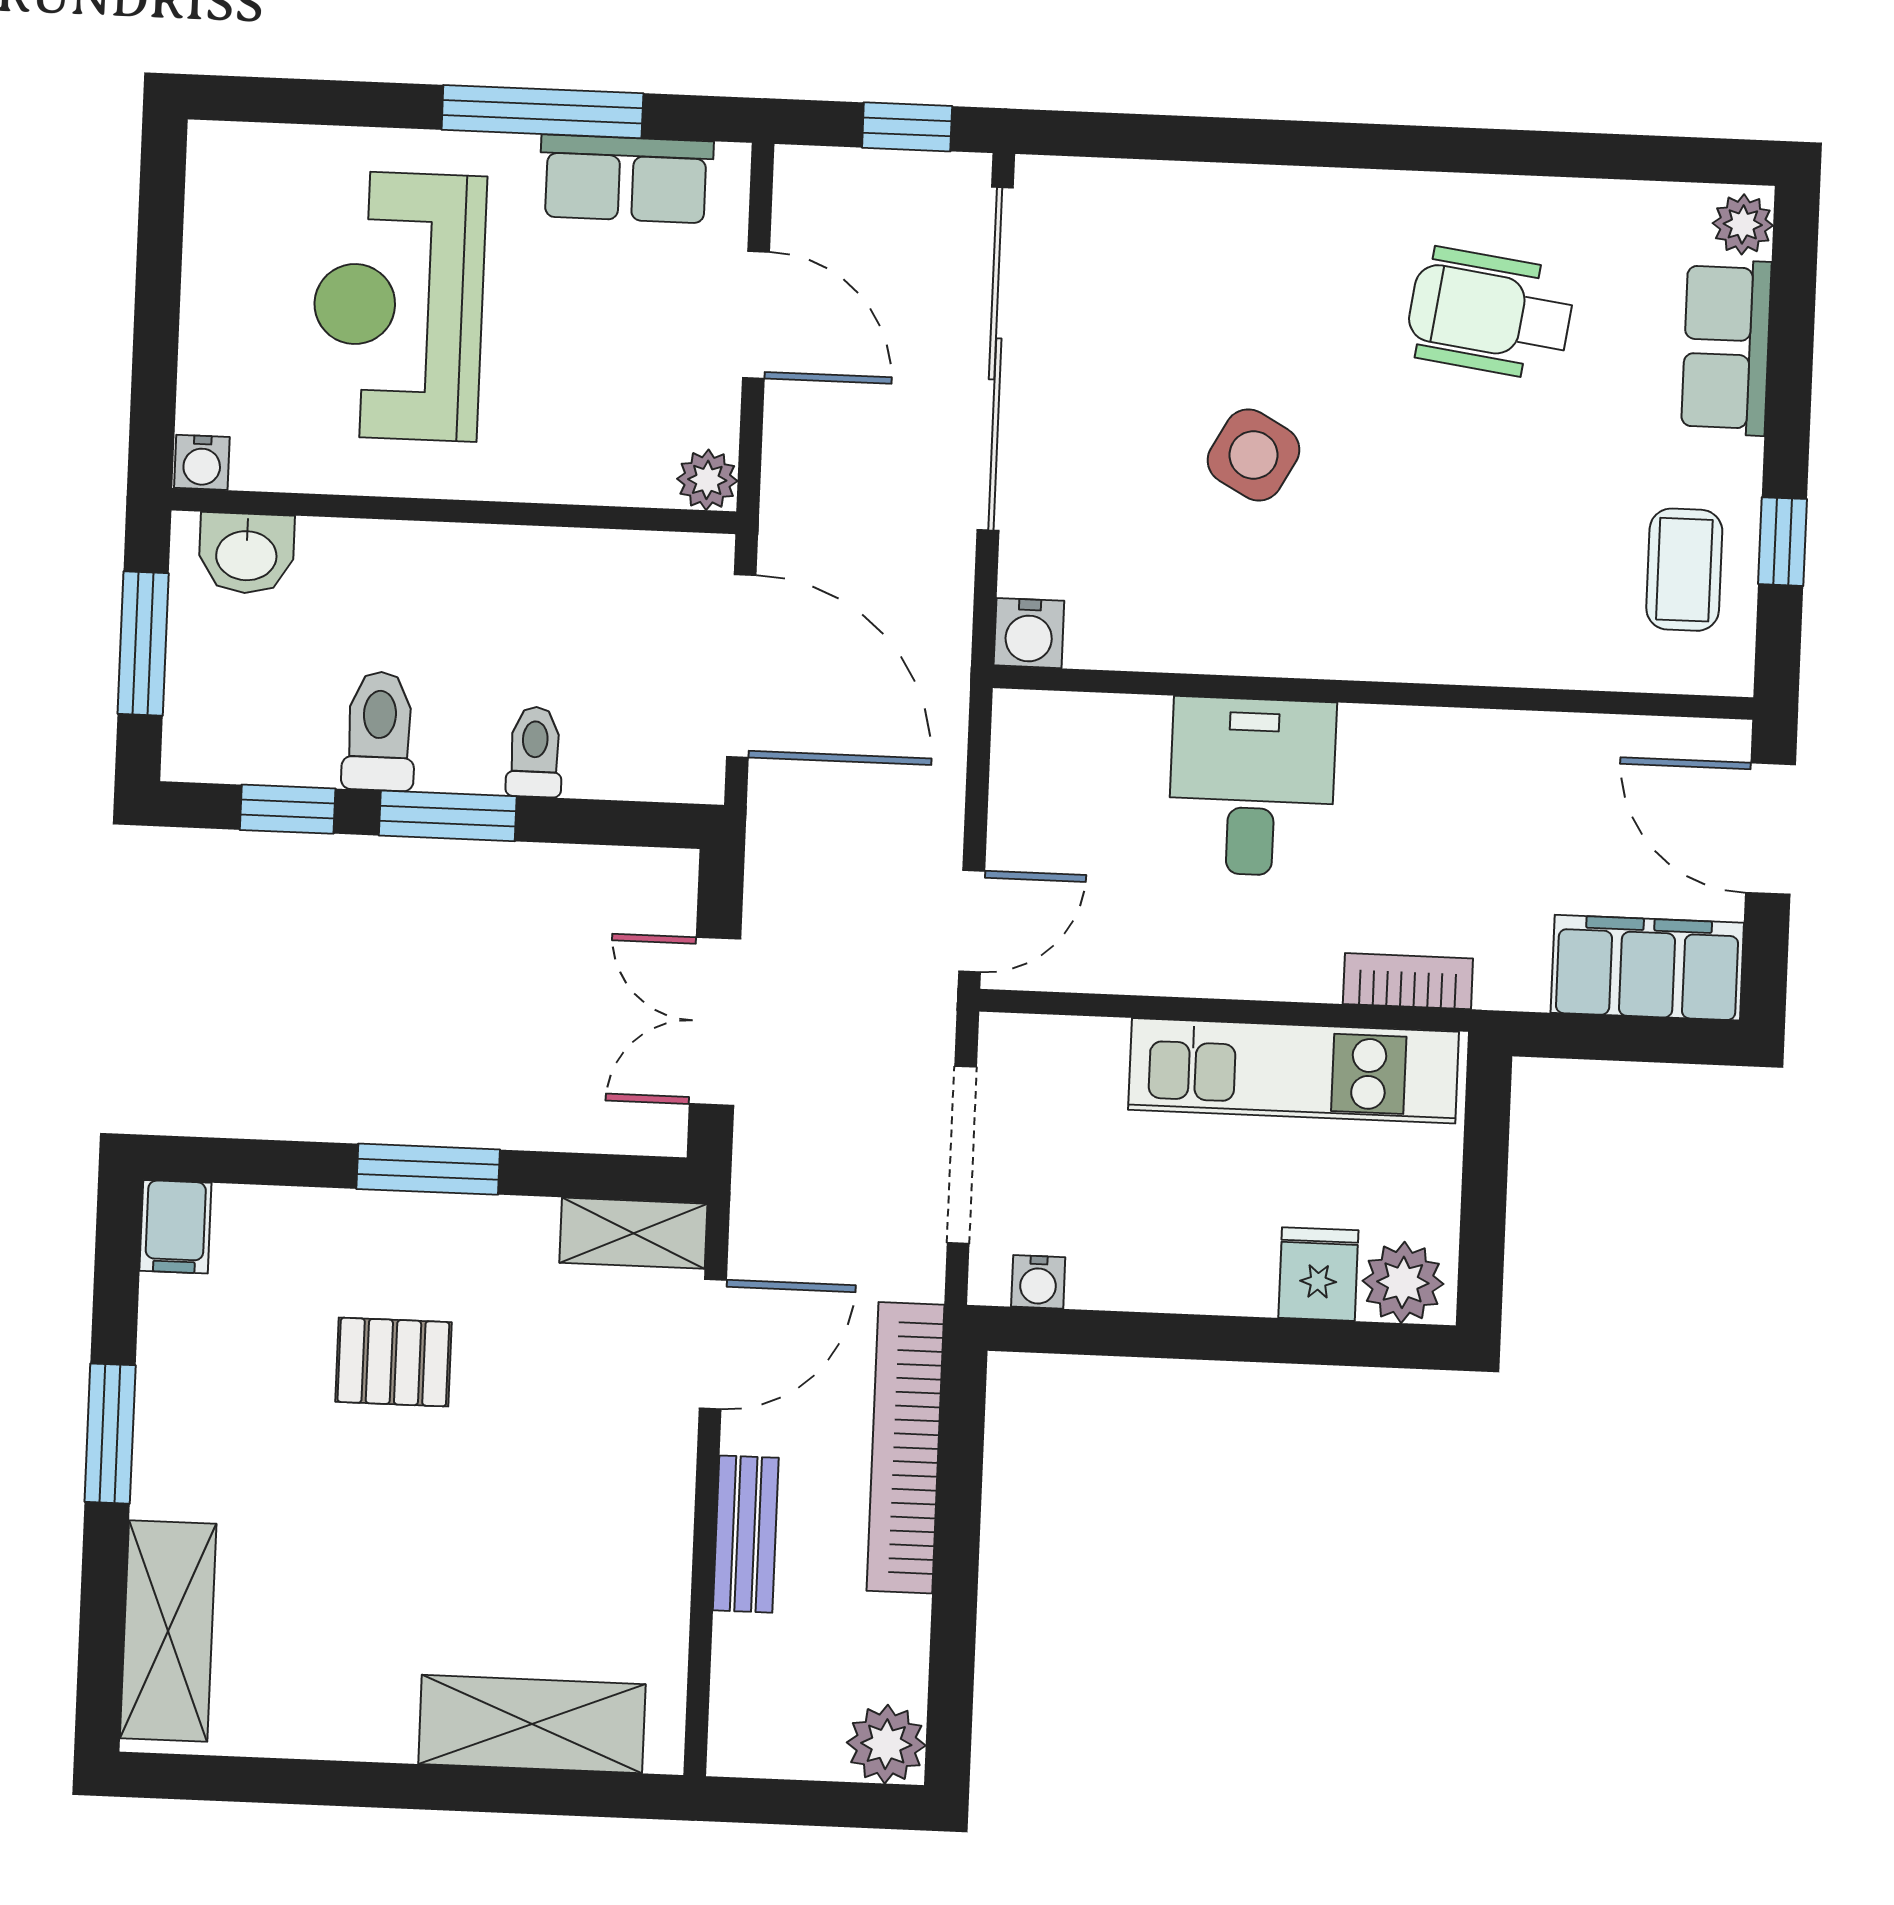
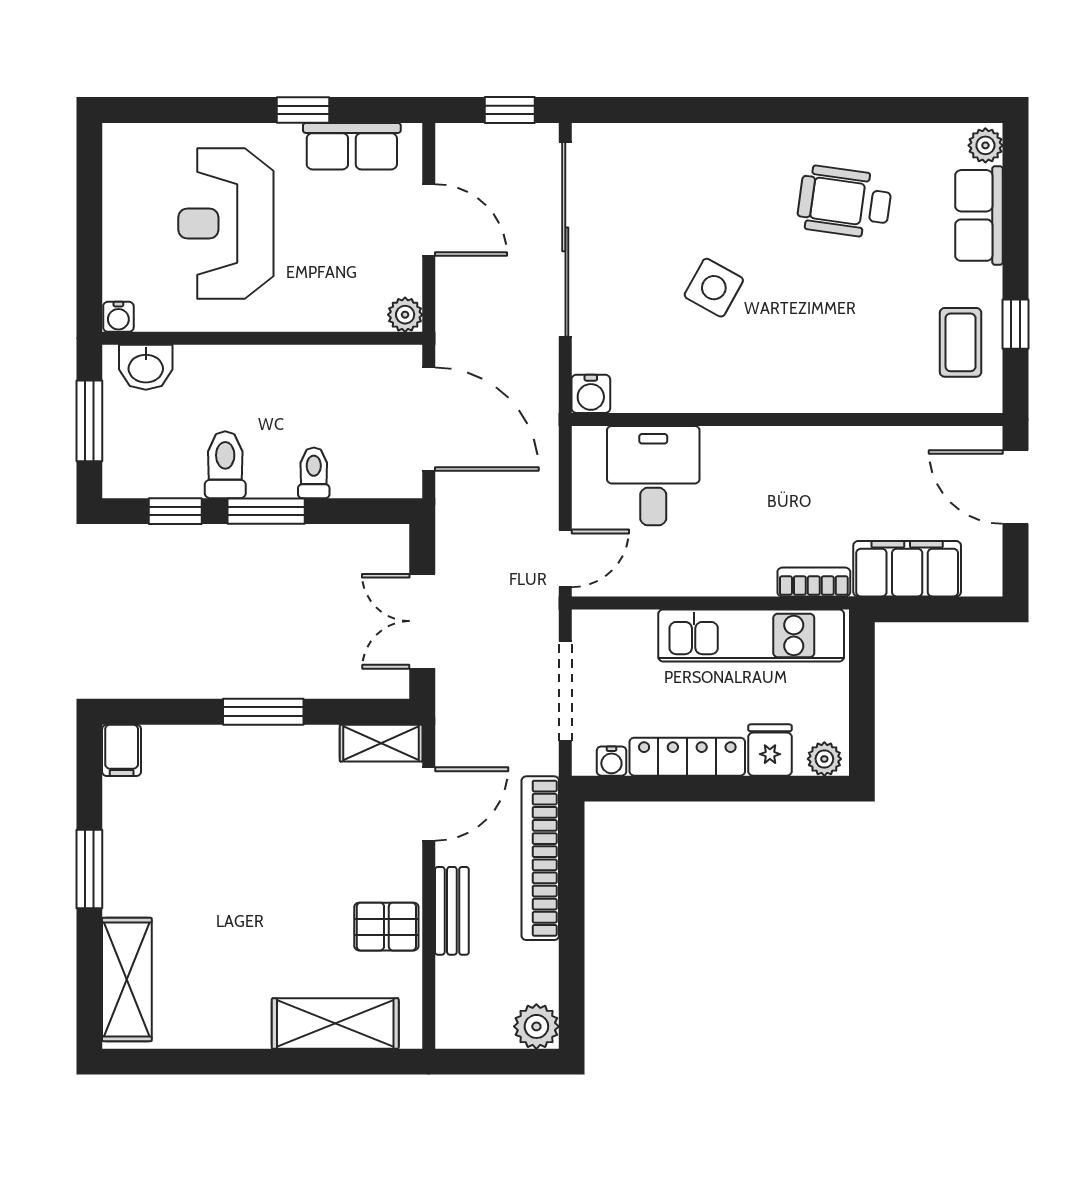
window: (542, 112) -> (303, 110), width x0.46
desk: (1252, 787) -> (653, 476), moved
filing cabinet: (1647, 968) -> (907, 569), moved
locker: (1172, 1280) -> (687, 757), added
plant: (1403, 1282) -> (824, 759), width x0.73, depth x0.73
pallet: (393, 1362) -> (386, 927), moved

